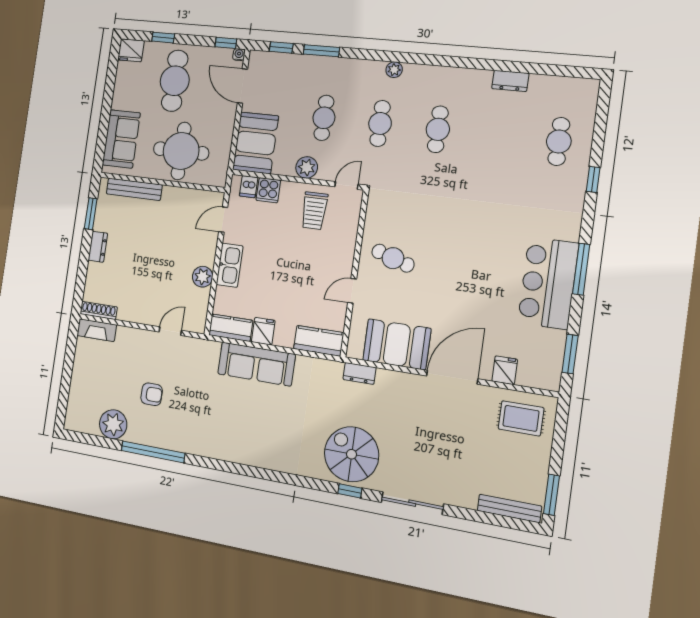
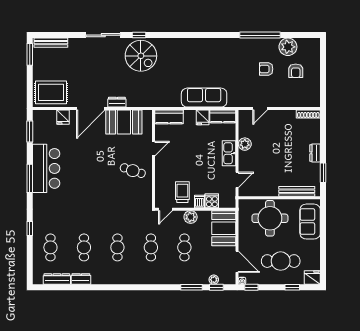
plant: (394, 70) -> (214, 280), moved
cafe table: (175, 81) -> (281, 261), turned 90
dresser: (554, 85) -> (57, 279), added
cafe table: (497, 135) -> (84, 247), added
dishwasher: (249, 187) -> (199, 201), moved
fireplace: (97, 330) -> (308, 102), removed
dresser: (359, 373) -> (117, 102), moved
armchair: (107, 383) -> (296, 71), added
rug: (521, 418) -> (51, 92), width x1.36, depth x1.43

